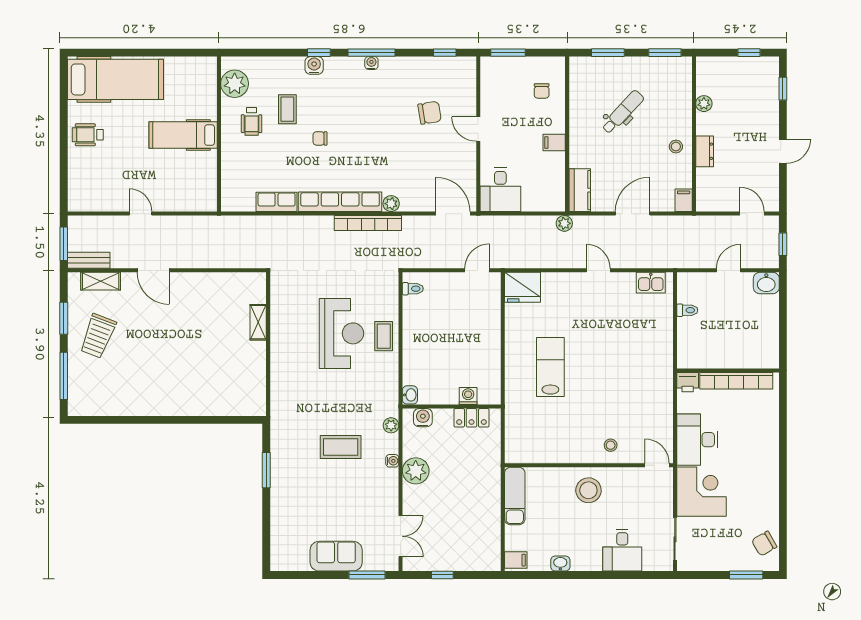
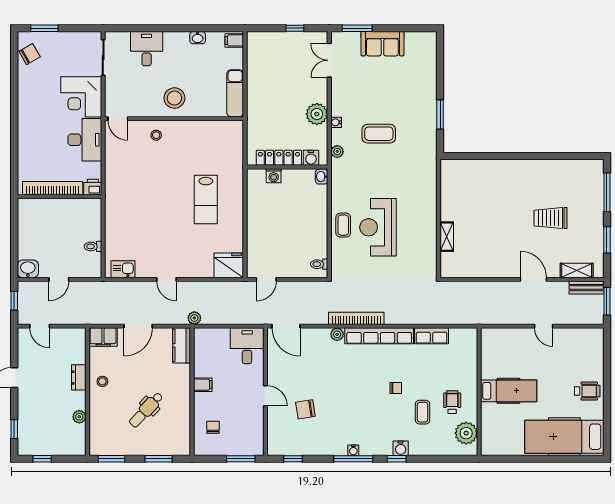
filing cabinet: (684, 200) -> (103, 337), width x2.00
trolley: (98, 336) -> (551, 218), moved, turned -111
locker: (472, 418) -> (279, 158), width x1.53

